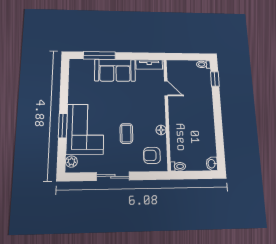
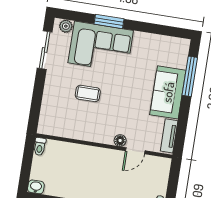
floor lamp: (161, 130) -> (120, 140), moved
armchair: (152, 155) -> (57, 119), removed
sliding door: (113, 176) -> (45, 50), moved

